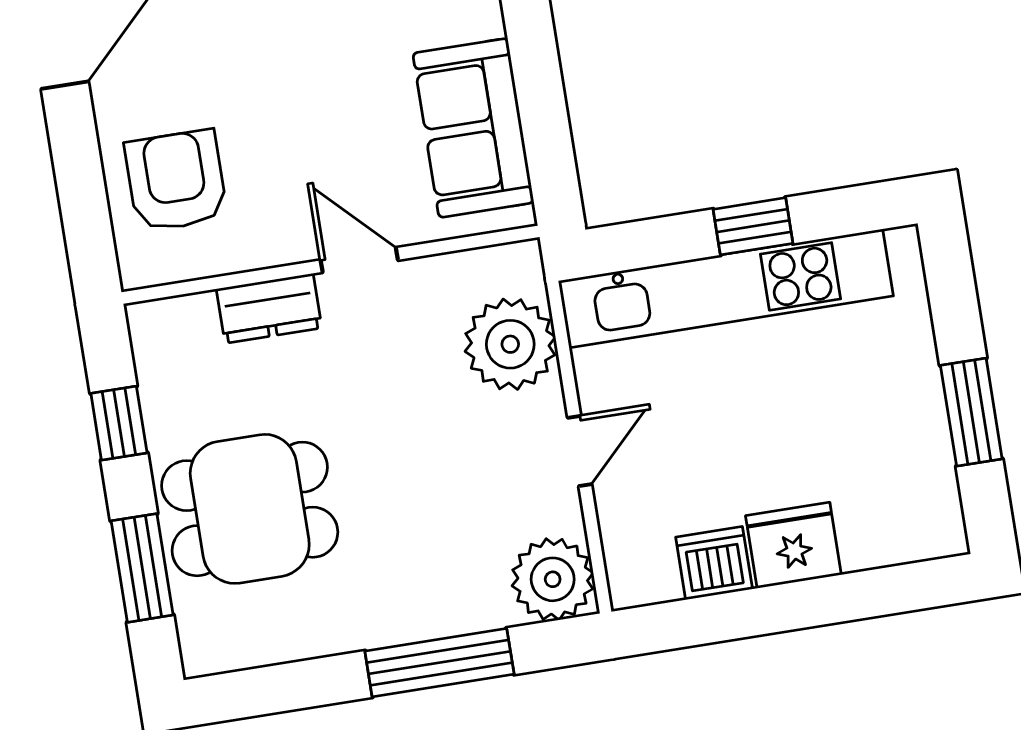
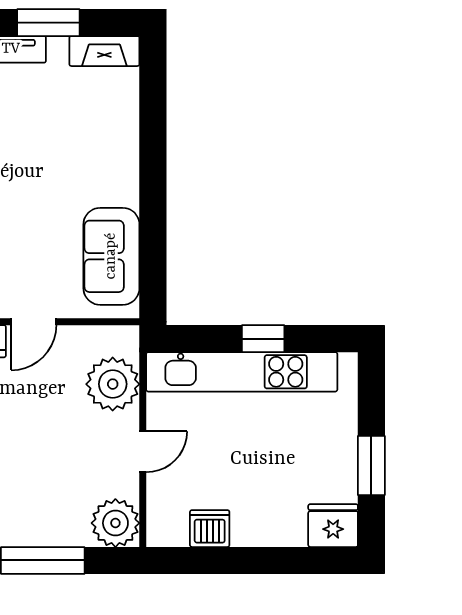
door: (359, 260) -> (34, 322), swing flipped
fridge: (793, 545) -> (333, 526), moved

